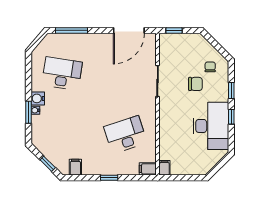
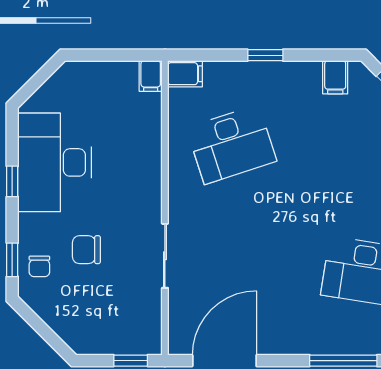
chair: (210, 67) -> (39, 266), moved
window: (231, 90) -> (12, 260), moved

